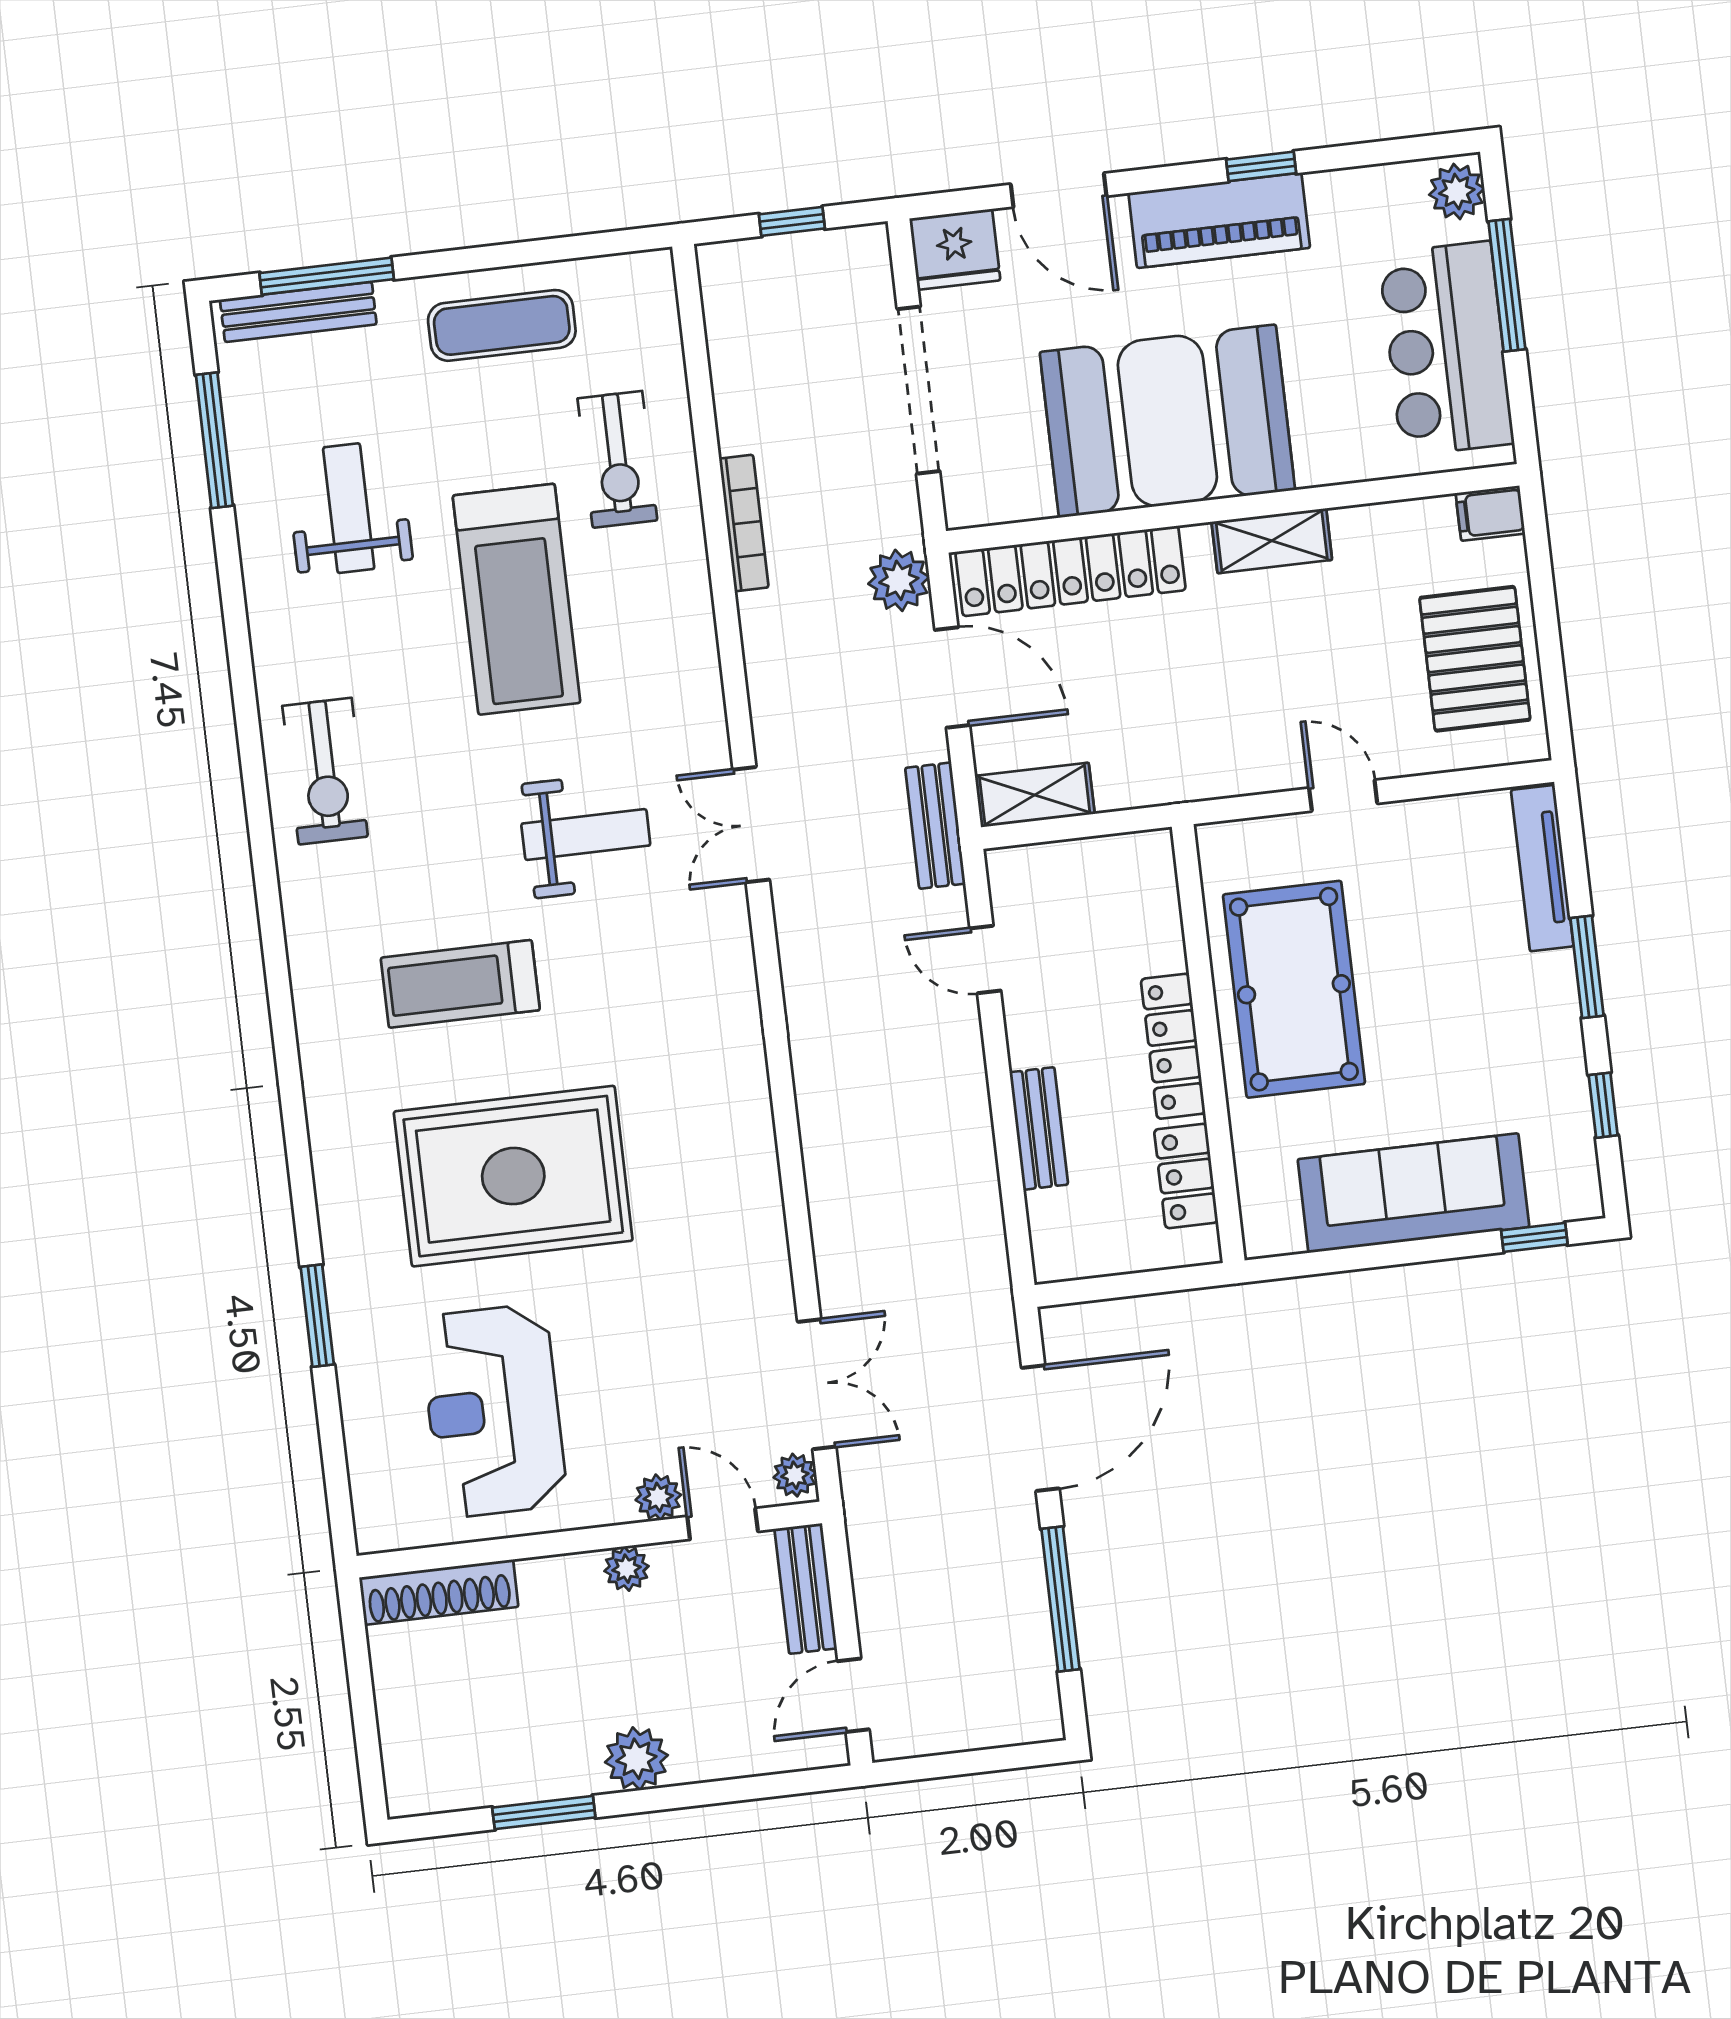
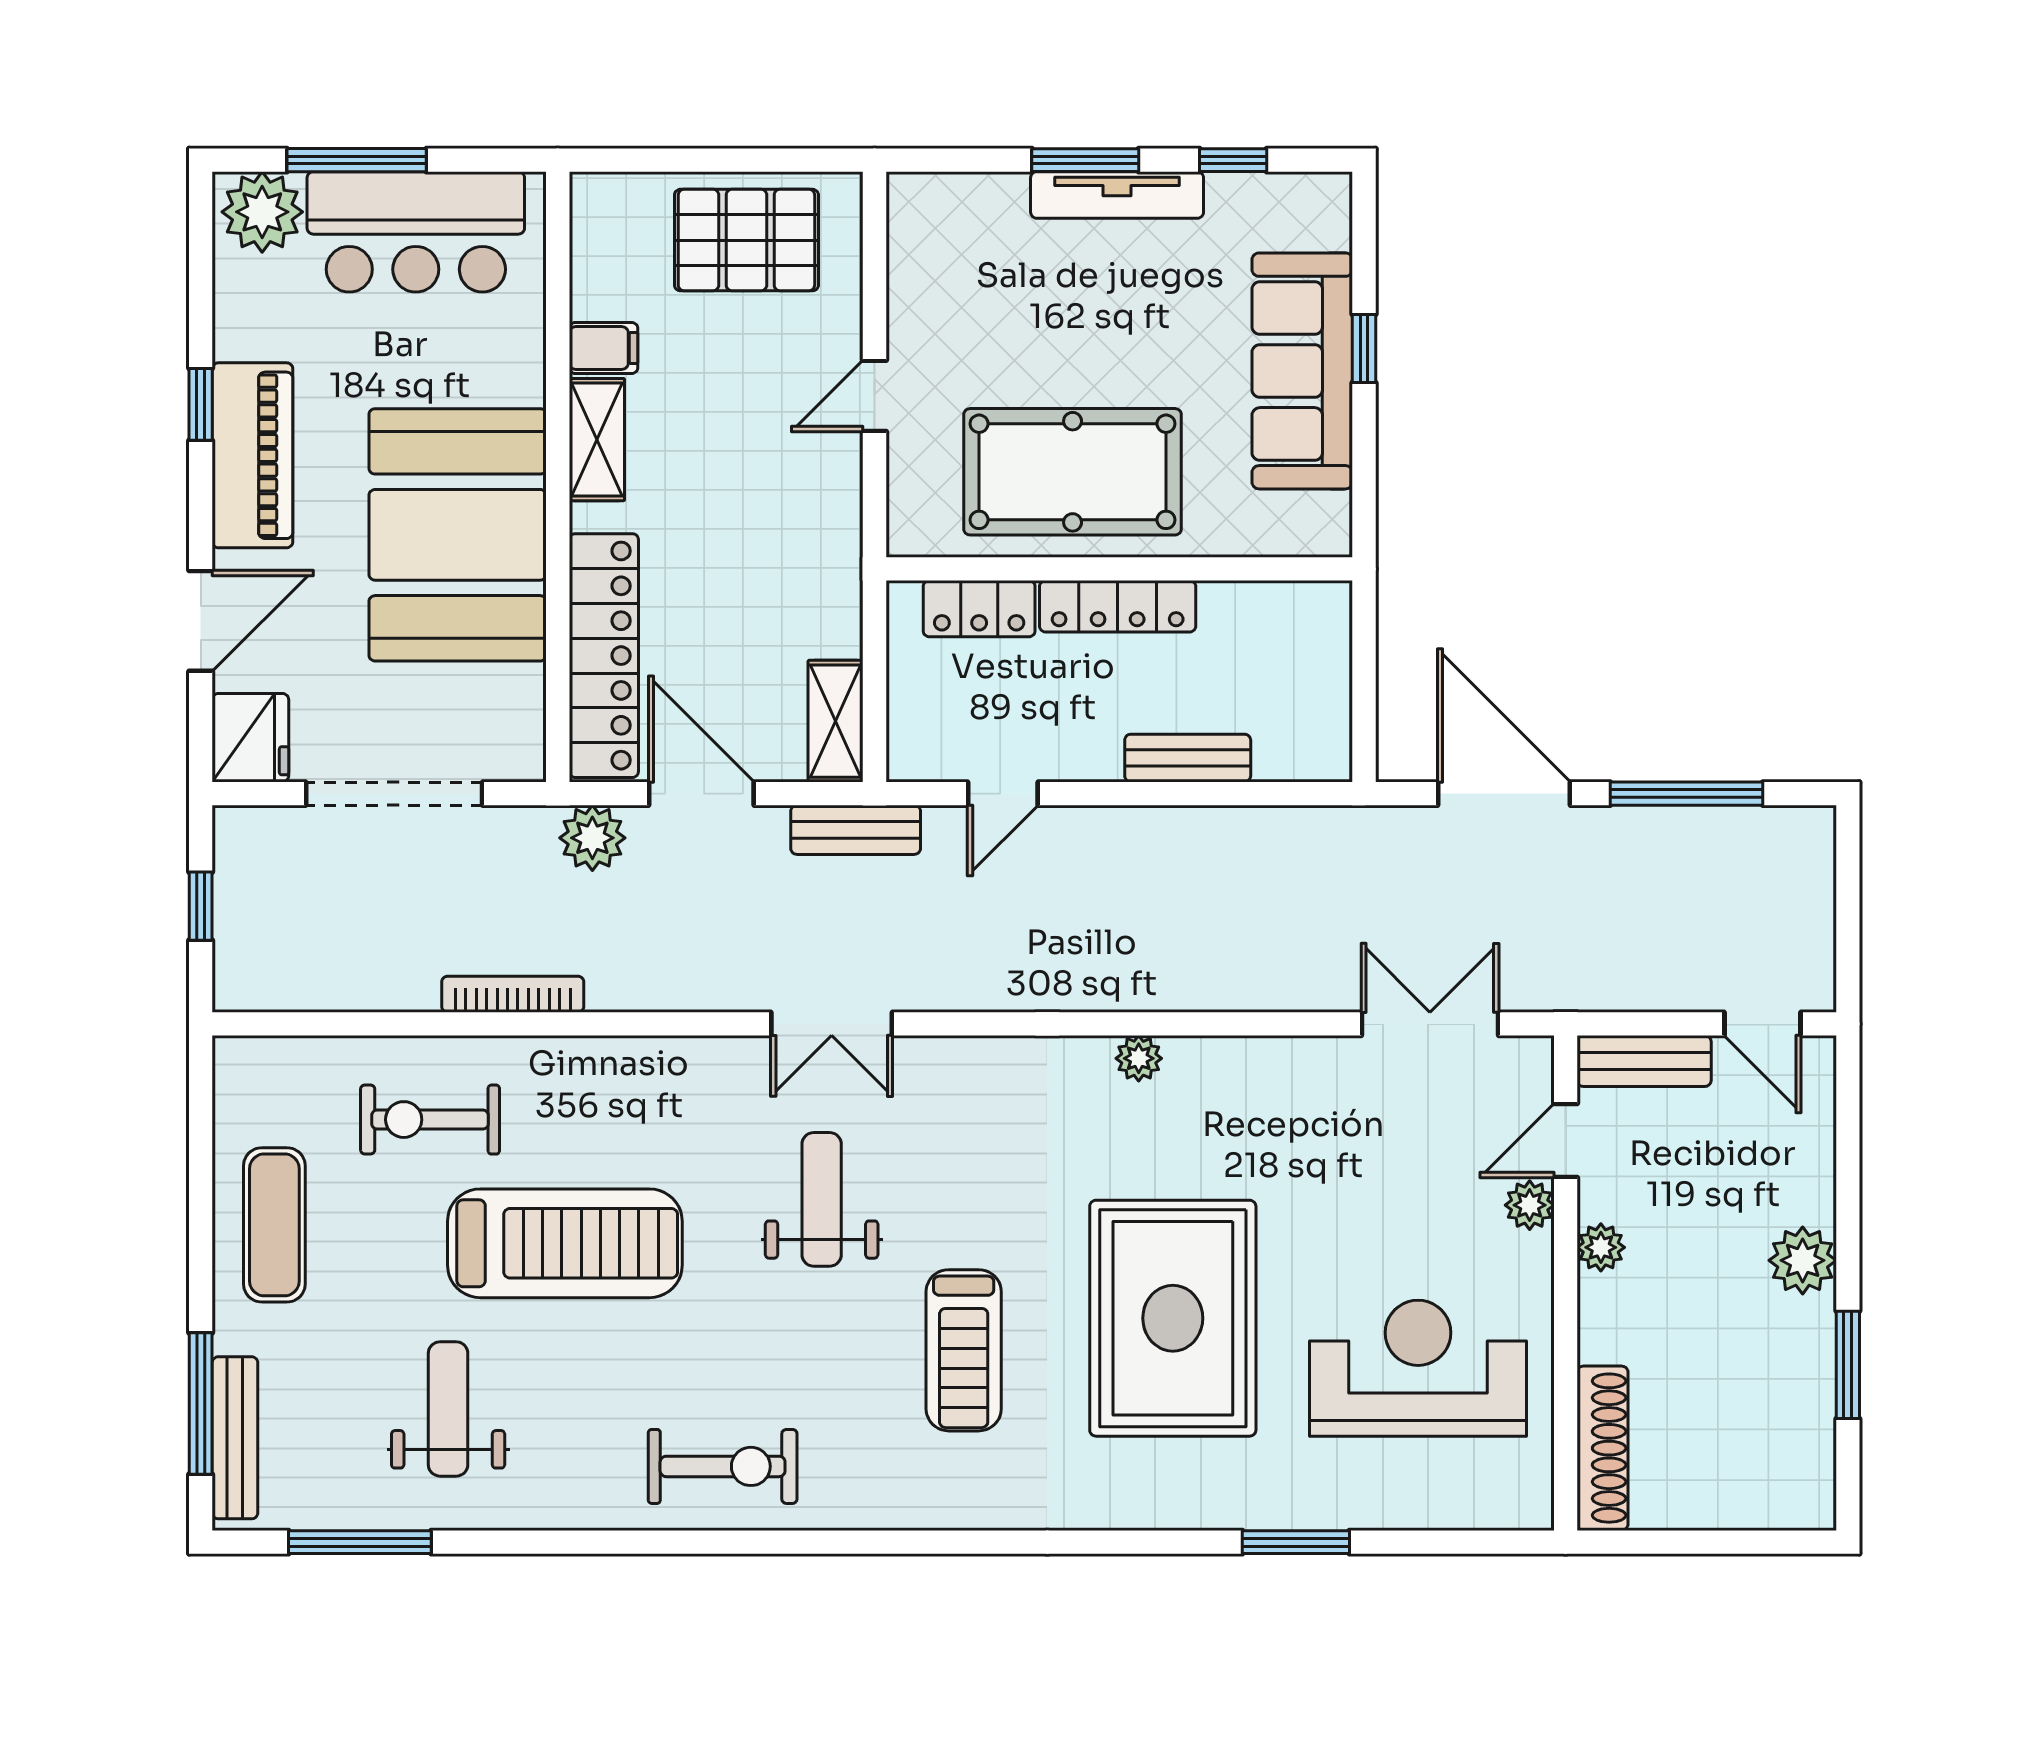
plant: (1457, 192) -> (262, 212), width x1.36, depth x1.36
exercise bike: (617, 459) -> (430, 1120), turned 180
weight bench: (349, 508) -> (448, 1409), turned 90
filing cabinet: (1490, 513) -> (603, 348), moved, turned -90
door: (952, 678) -> (701, 794), hinge flipped
tv unit: (1542, 868) -> (1117, 195), moved
locker: (1186, 1176) -> (979, 609), moved
window: (1534, 1237) -> (1364, 349), moved
reception desk: (493, 1411) -> (1418, 1368), turned 180
plant: (795, 1475) -> (1139, 1058), moved

